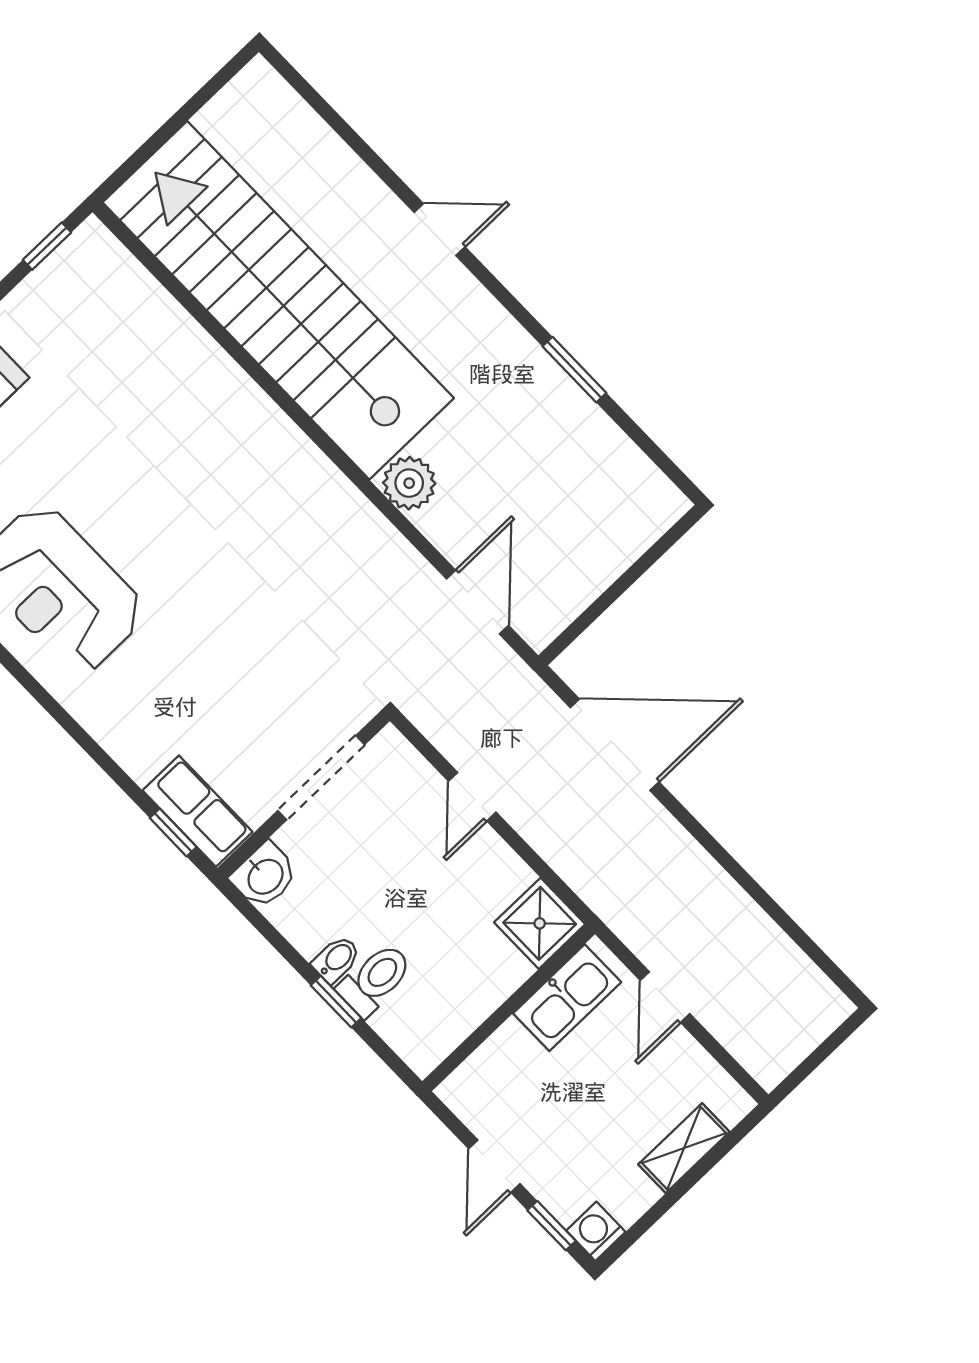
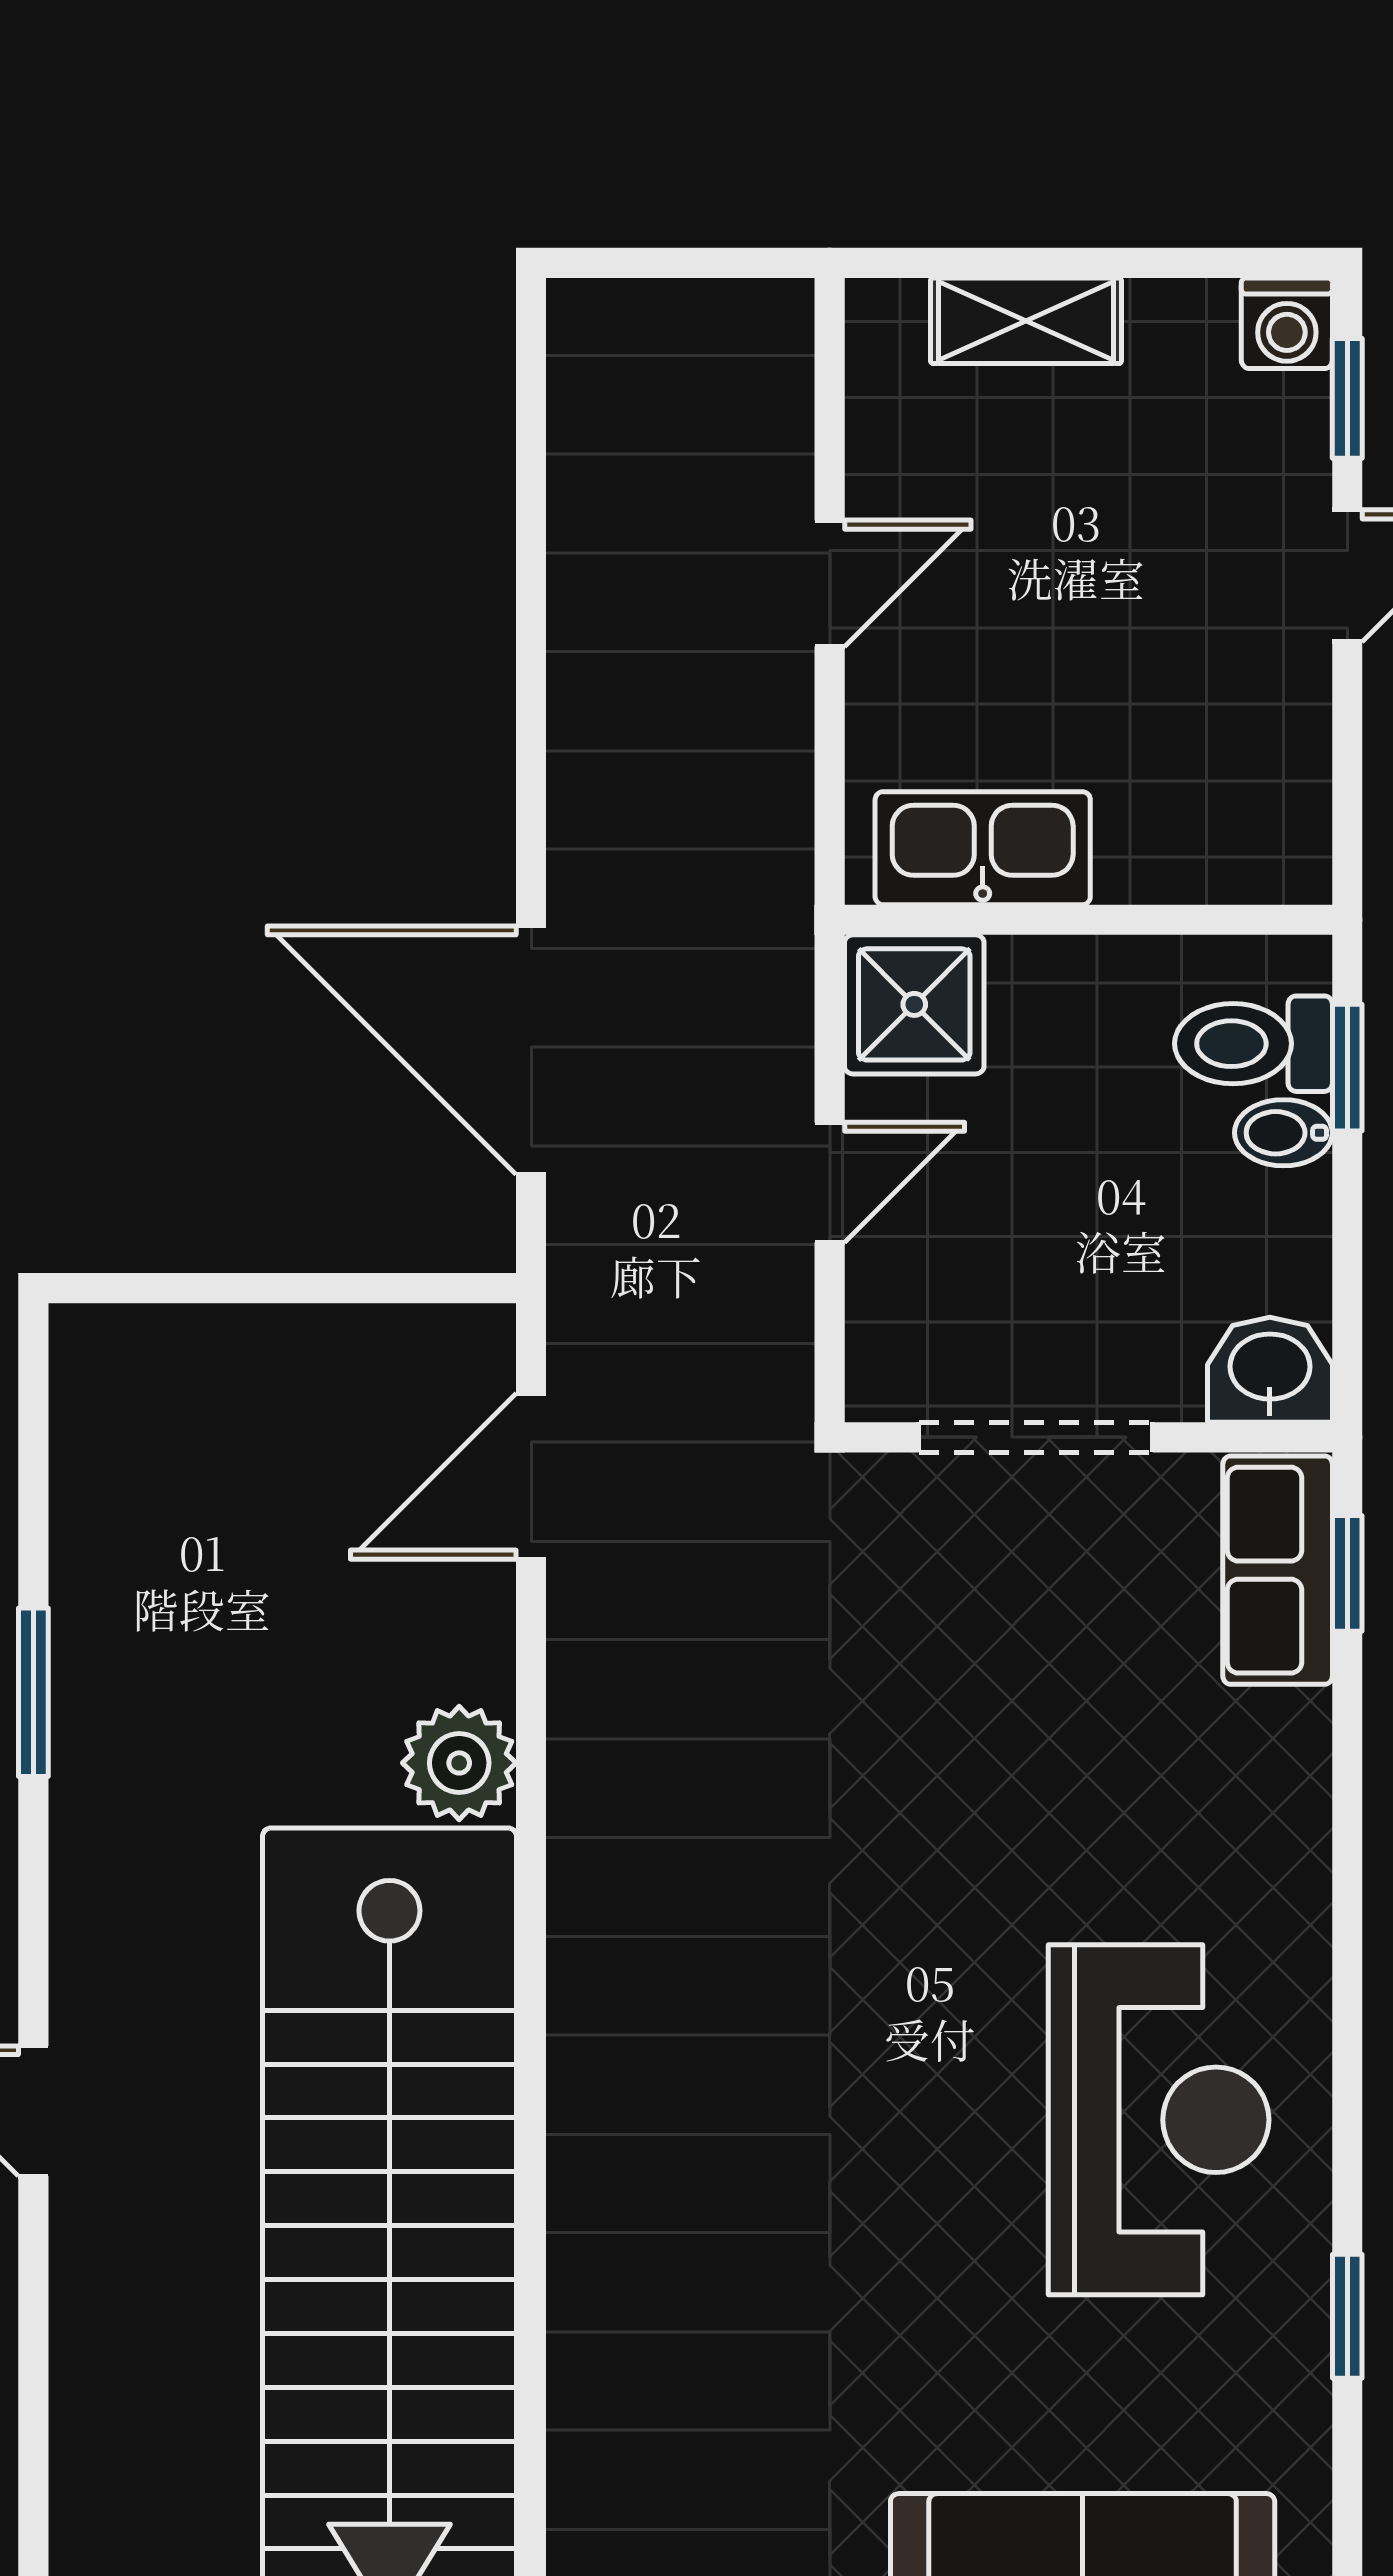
shower: (540, 923) -> (914, 1004), moved
kitchen sink: (567, 998) -> (983, 848), moved
wall: (509, 1008) -> (1088, 920), moved

